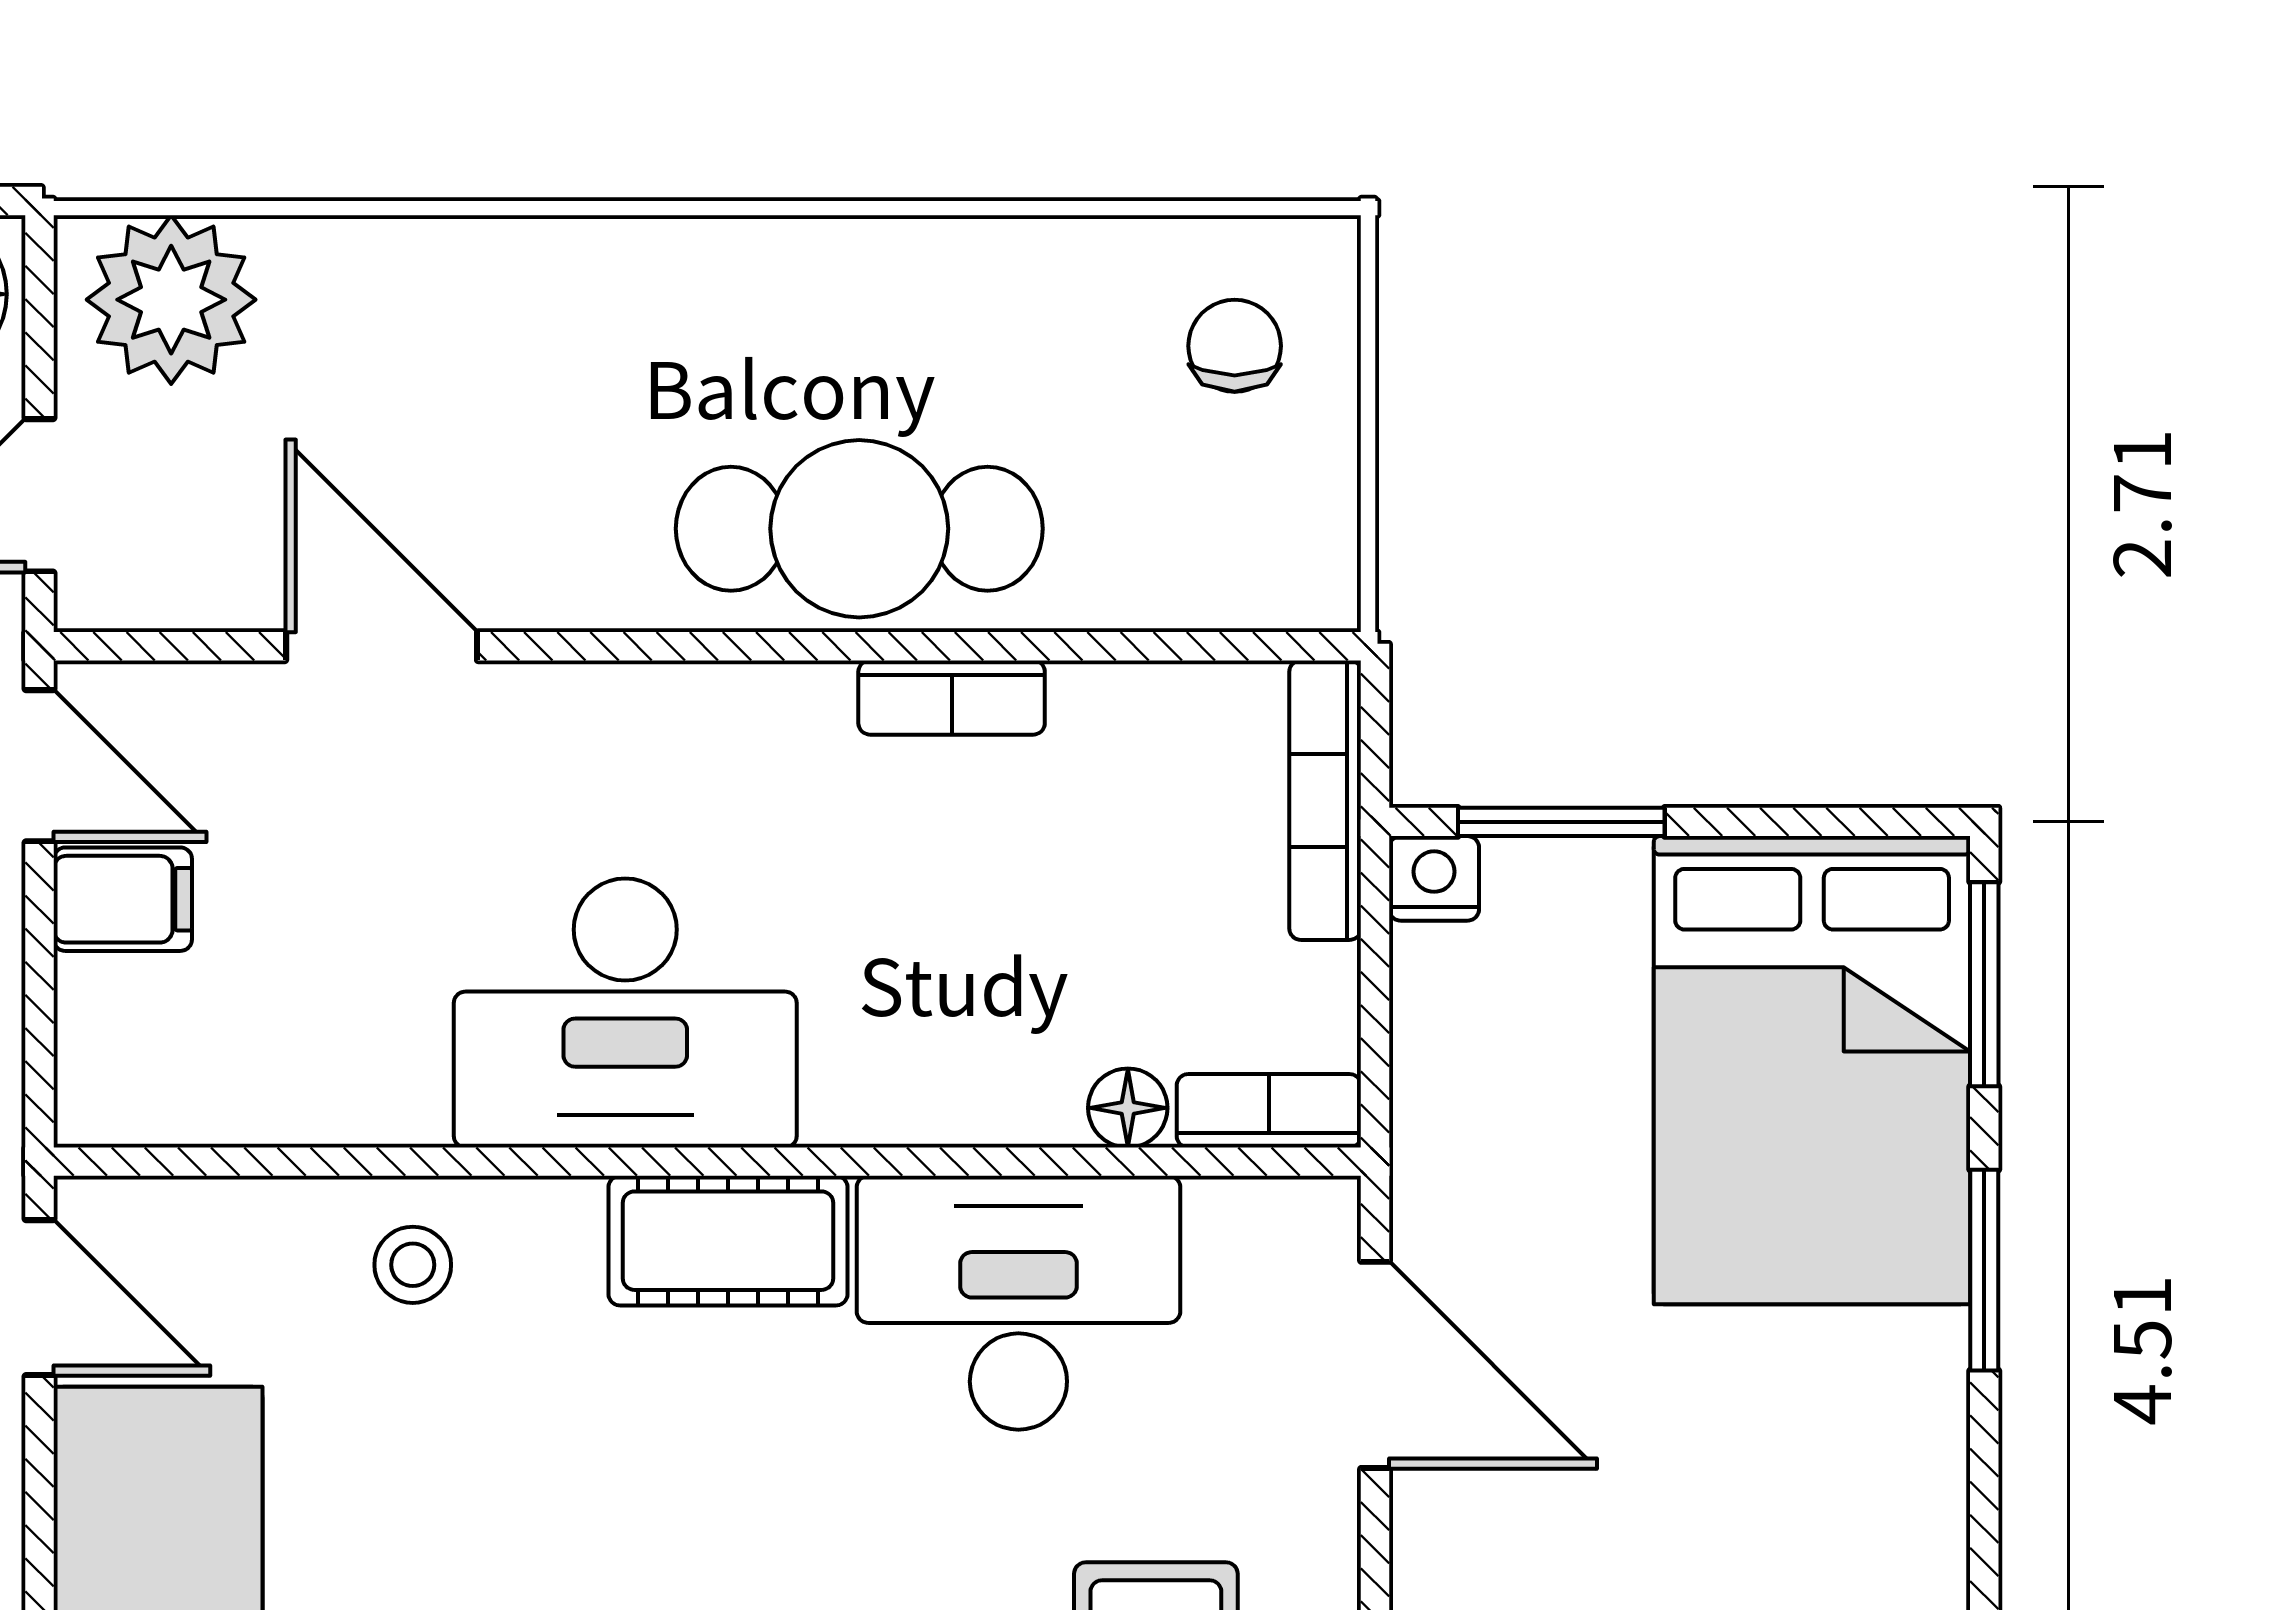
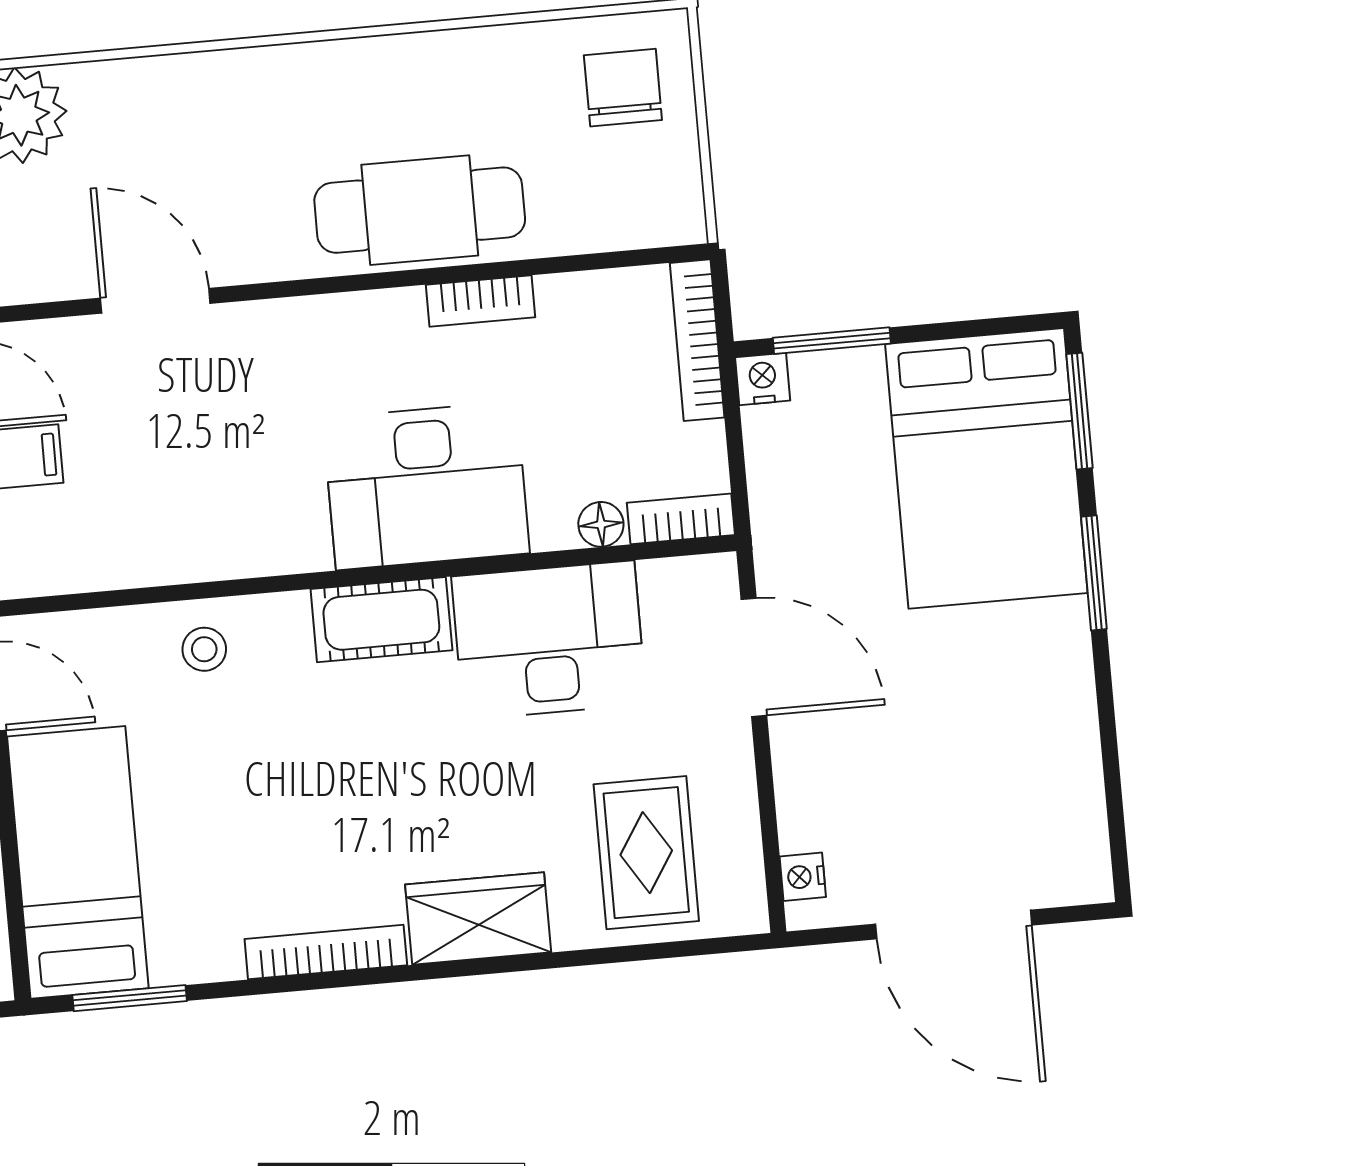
chair: (1235, 346) -> (623, 88), width x1.37, depth x1.37
desk: (625, 1013) -> (426, 486), moved

